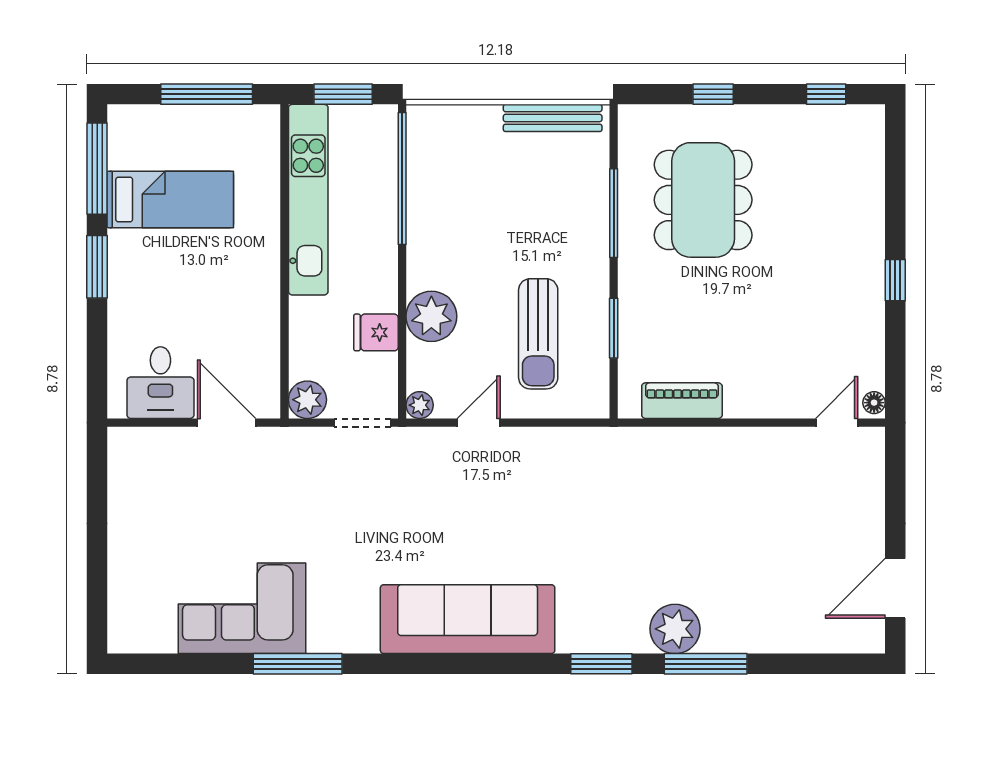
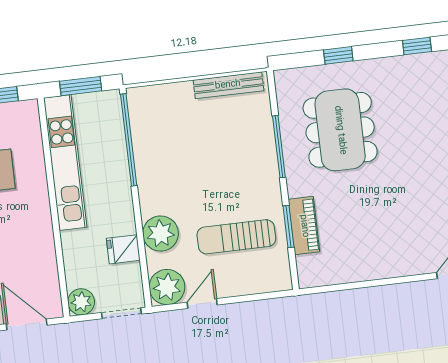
sun lounger: (538, 334) -> (236, 237), turned 90
piano: (682, 401) -> (304, 226), moved, turned 90
plant: (420, 405) -> (167, 287), width x1.87, depth x1.87

